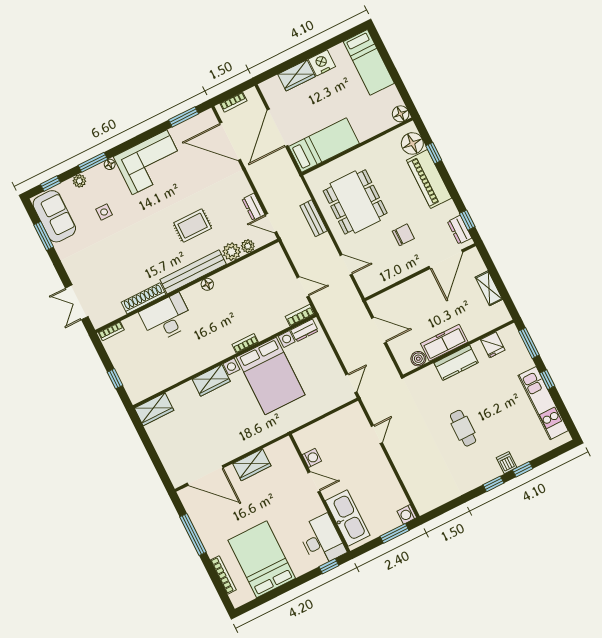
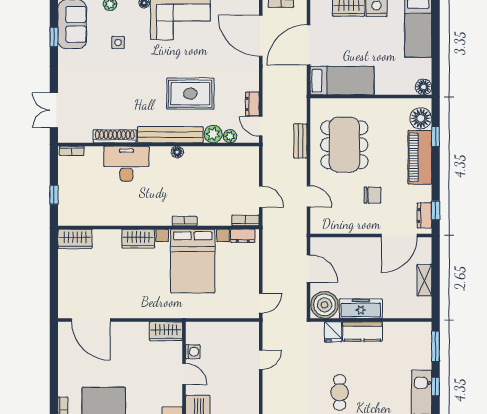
rug: (193, 226) -> (190, 94), width x1.36, depth x1.43
window: (44, 236) -> (54, 37), width x0.67
fridge: (493, 345) -> (333, 332), moved
boiler: (418, 359) -> (325, 305), width x1.86, depth x1.86
wardrobe: (252, 465) -> (166, 331), moved
window: (193, 534) -> (54, 367), removed

